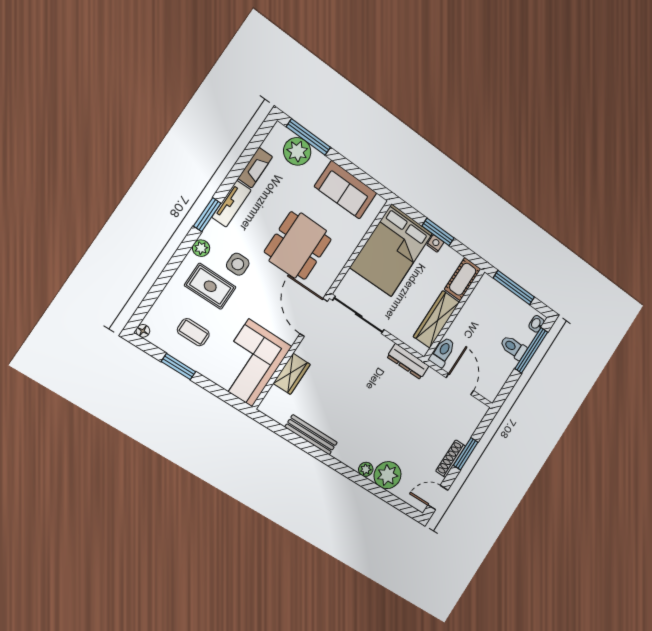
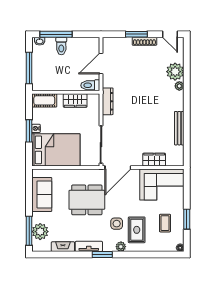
wardrobe: (436, 319) -> (75, 101), width x0.67

